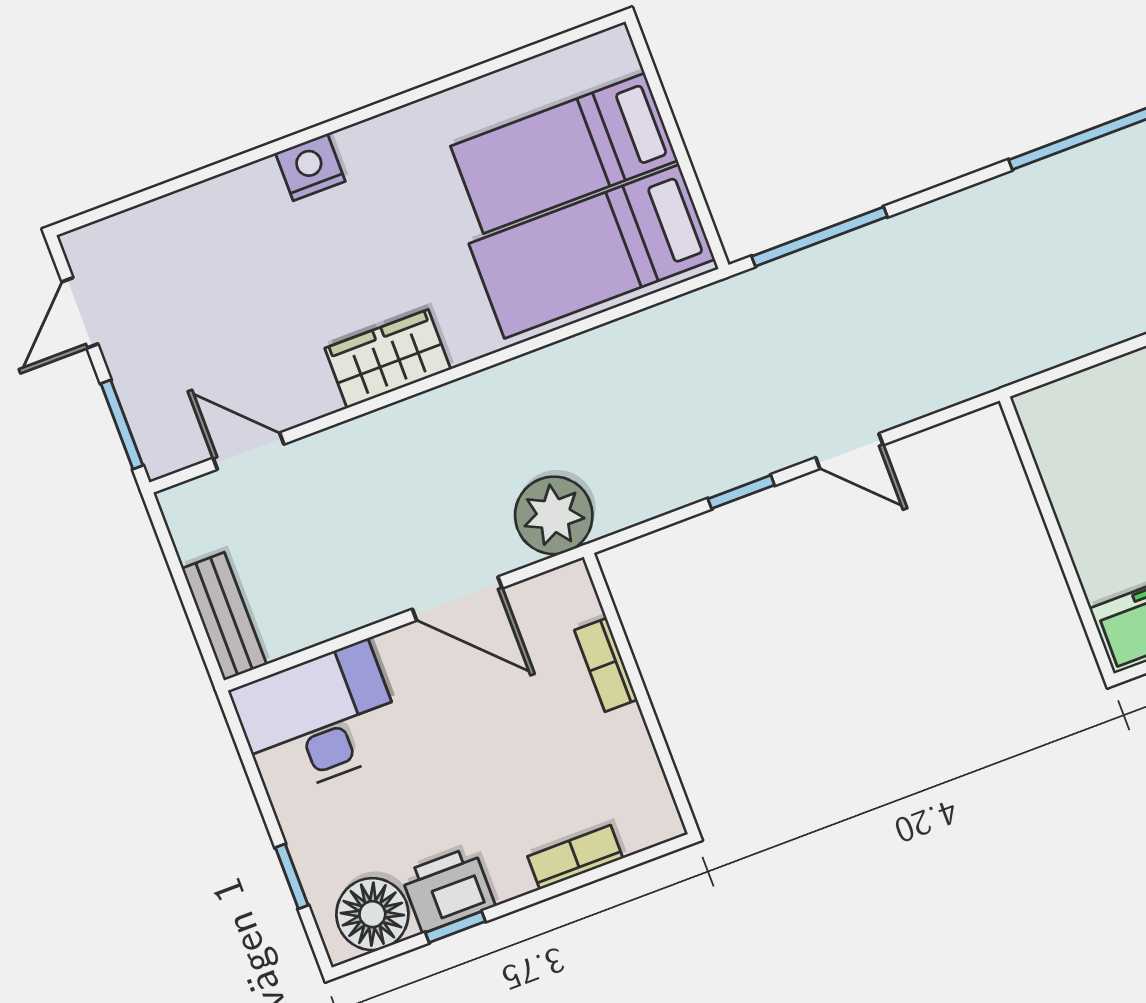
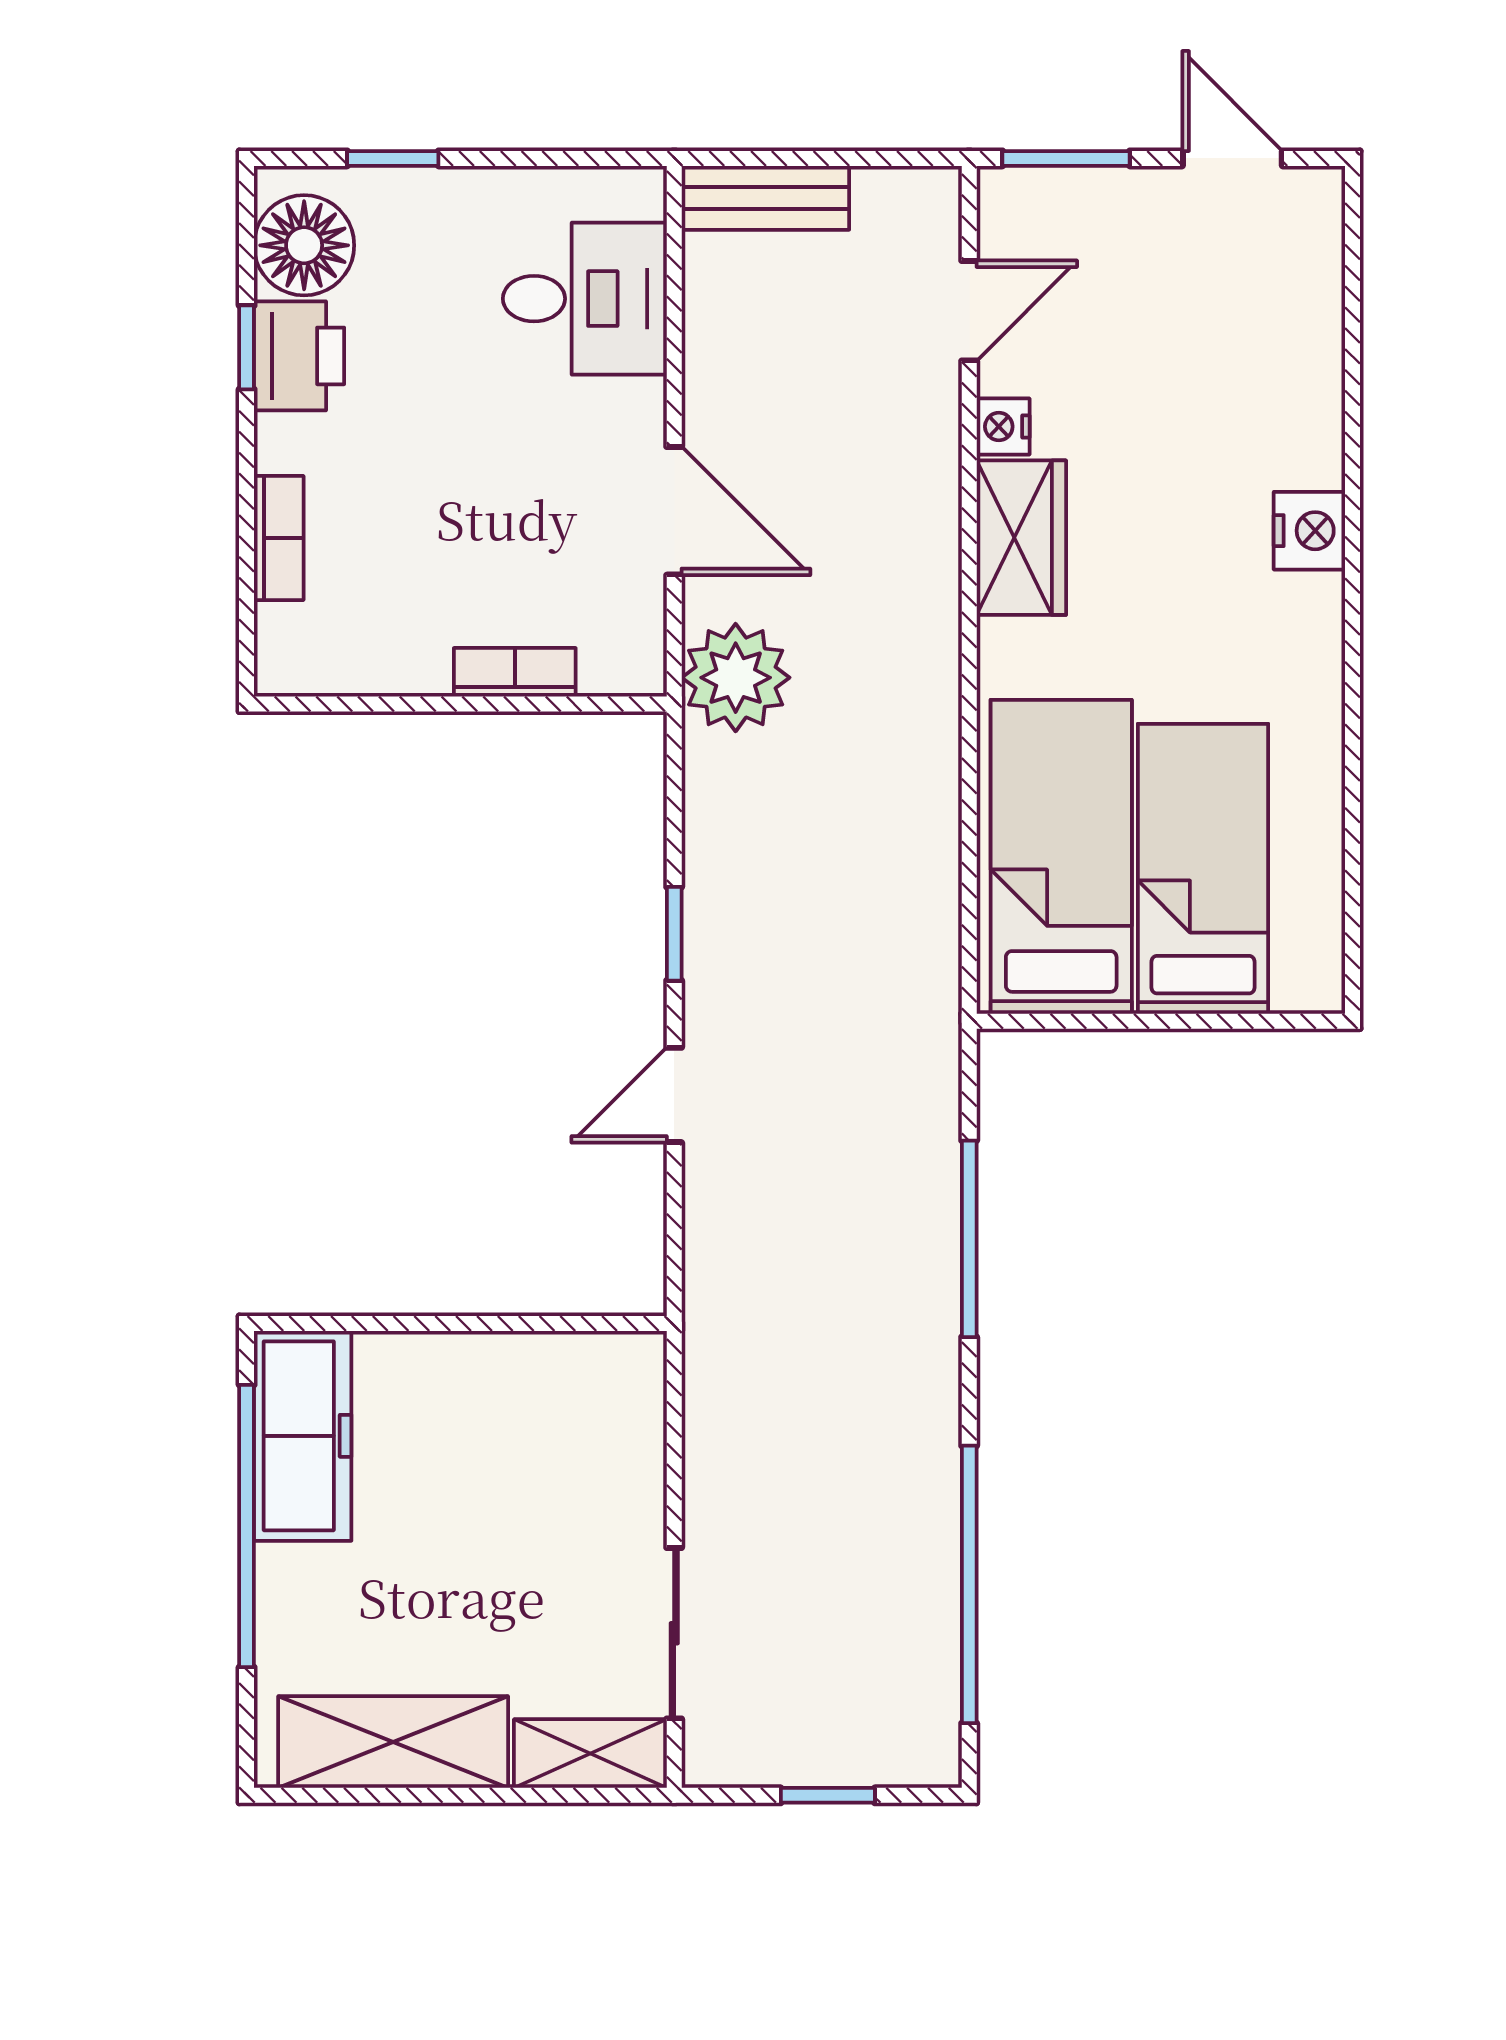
window: (819, 237) -> (969, 1239), moved
nightstand: (318, 399) -> (1003, 427), added
door: (457, 599) -> (674, 511), swing flipped
desk: (318, 719) -> (585, 299), width x0.73

